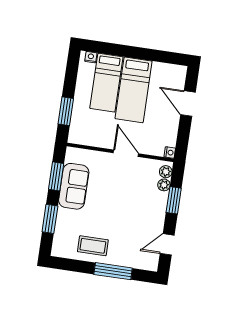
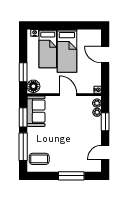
floor lamp: (78, 134) -> (33, 86), added
sofa: (74, 186) -> (36, 111), moved
window: (50, 219) -> (23, 147), width x1.44
coffee table: (93, 246) -> (39, 159), moved

